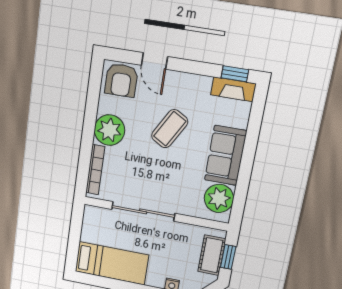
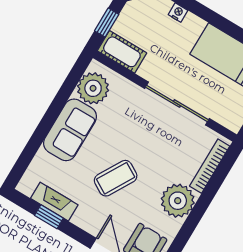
window: (235, 74) -> (49, 217), moved
fireplace: (233, 89) -> (54, 202), moved
cot: (212, 255) -> (122, 52), moved, turned 90

